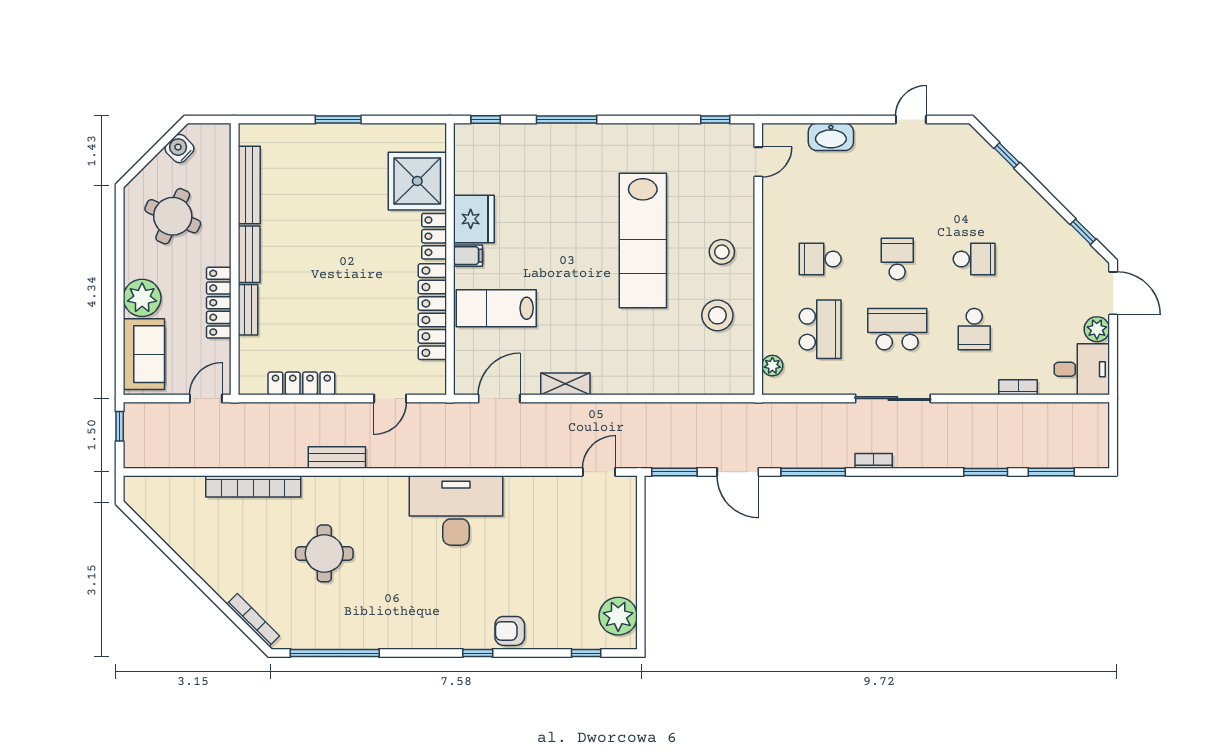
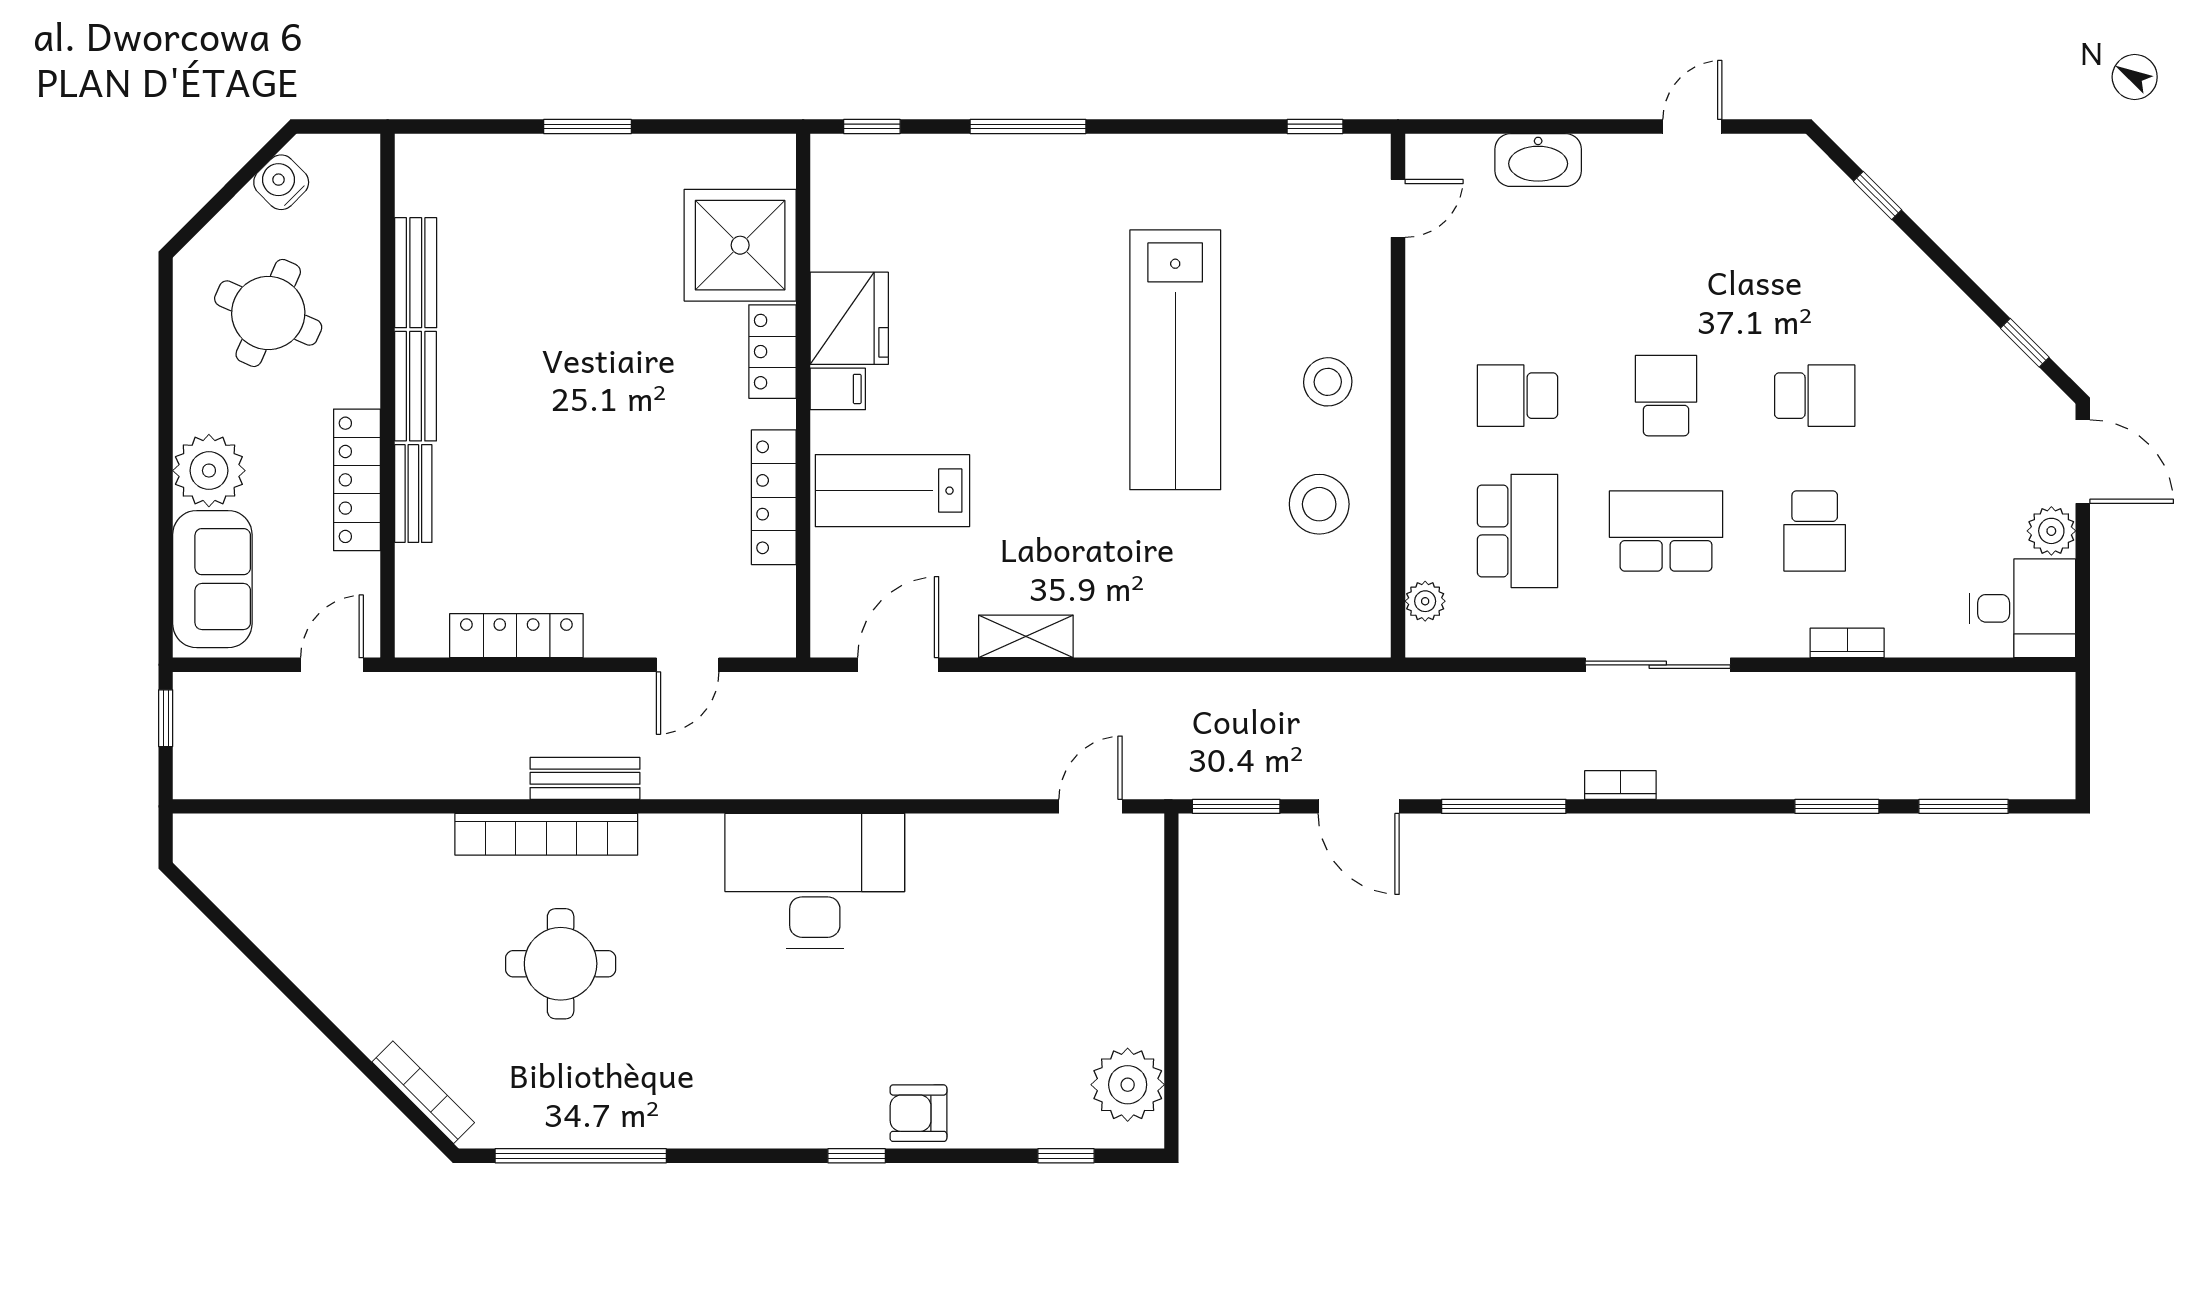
bench: (249, 185) -> (416, 273), width x0.73
locker: (432, 312) -> (774, 497), width x0.71, depth x0.83
bookcase: (1018, 387) -> (1847, 643), moved
bookcase: (253, 486) -> (546, 834), moved

